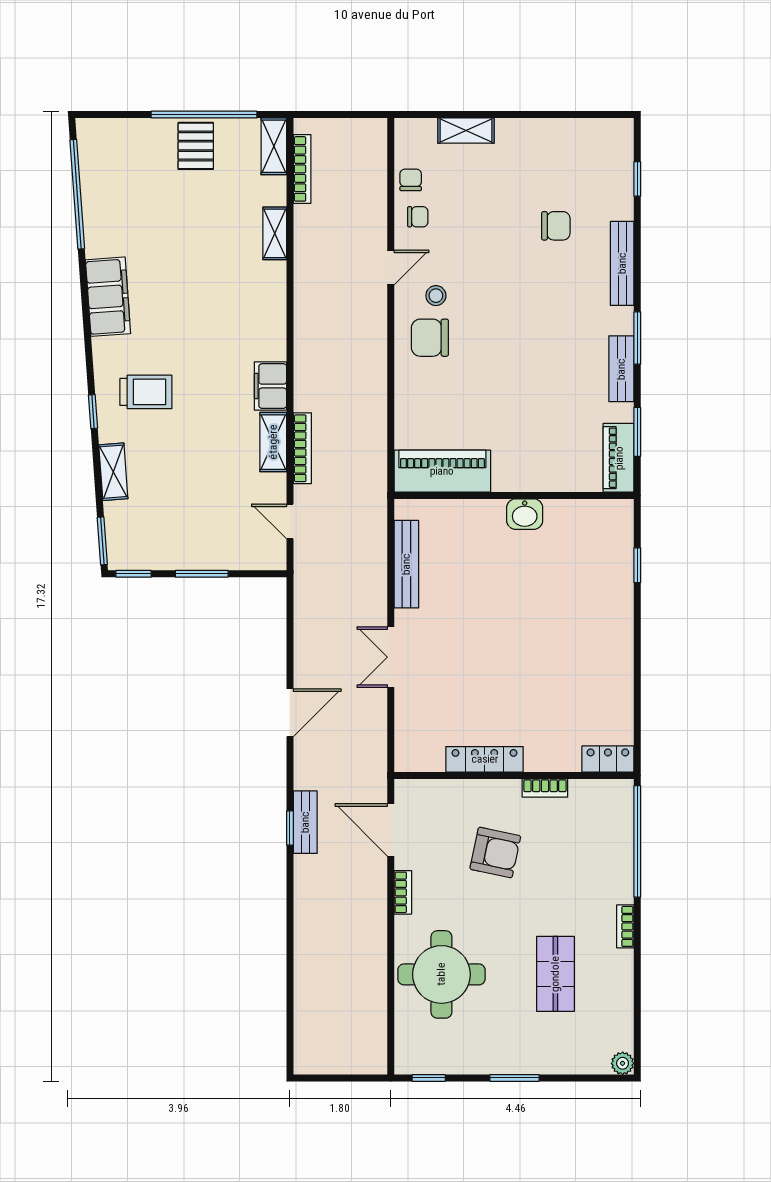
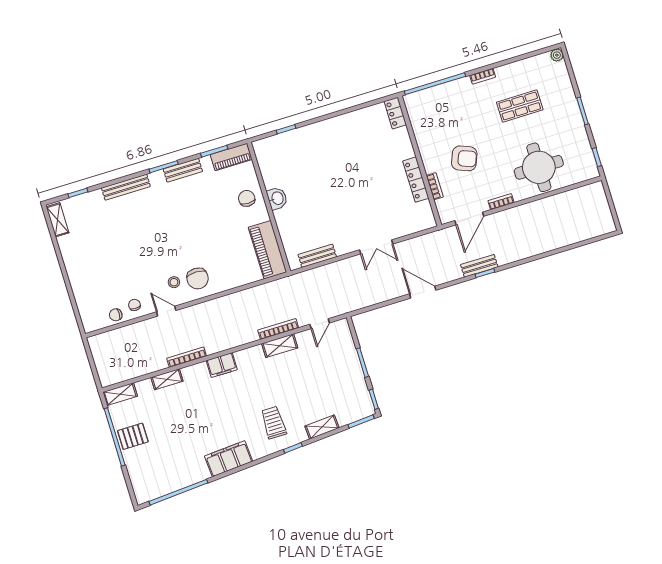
shelving: (466, 131) -> (58, 220), moved
bookcase: (302, 169) -> (187, 357), moved
chair: (556, 226) -> (247, 198), moved
filing cabinet: (270, 386) -> (222, 365), moved
bench: (406, 564) -> (317, 256), width x0.73
bookcase: (545, 788) -> (435, 186), moved
armchair: (495, 852) -> (464, 158), turned 100

